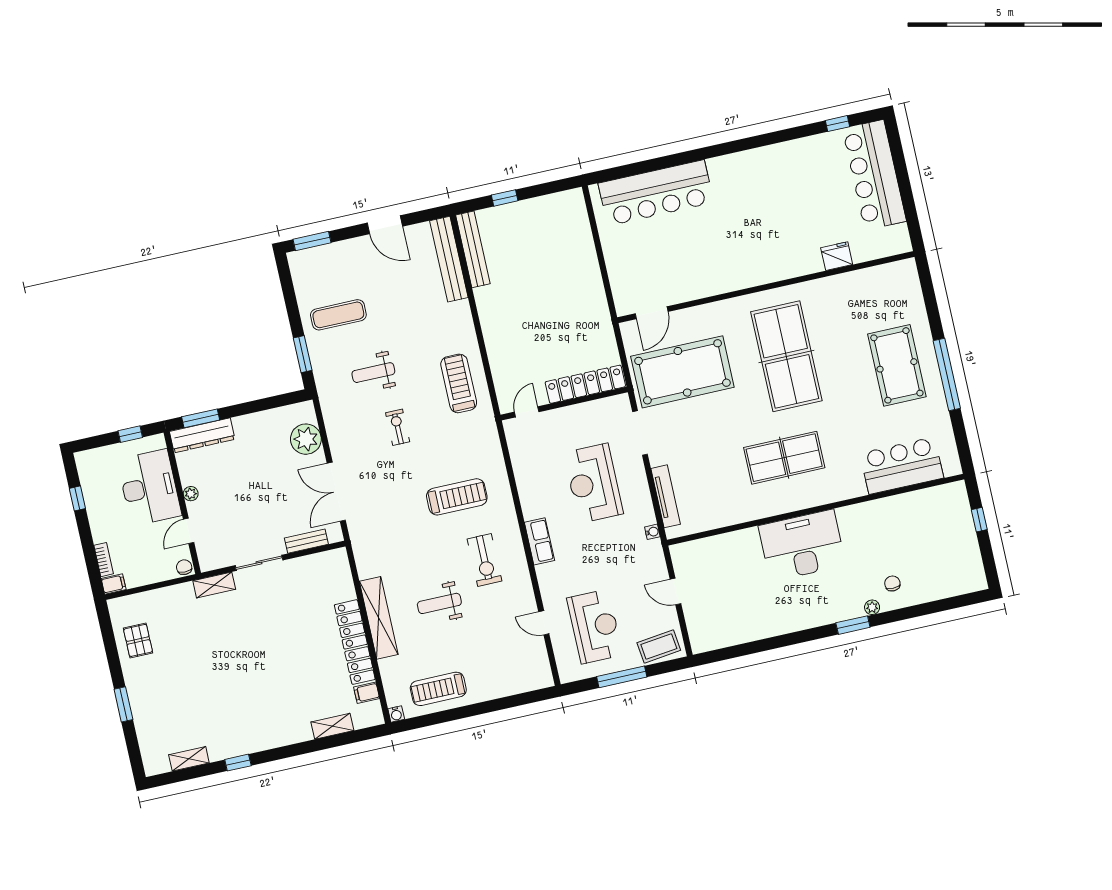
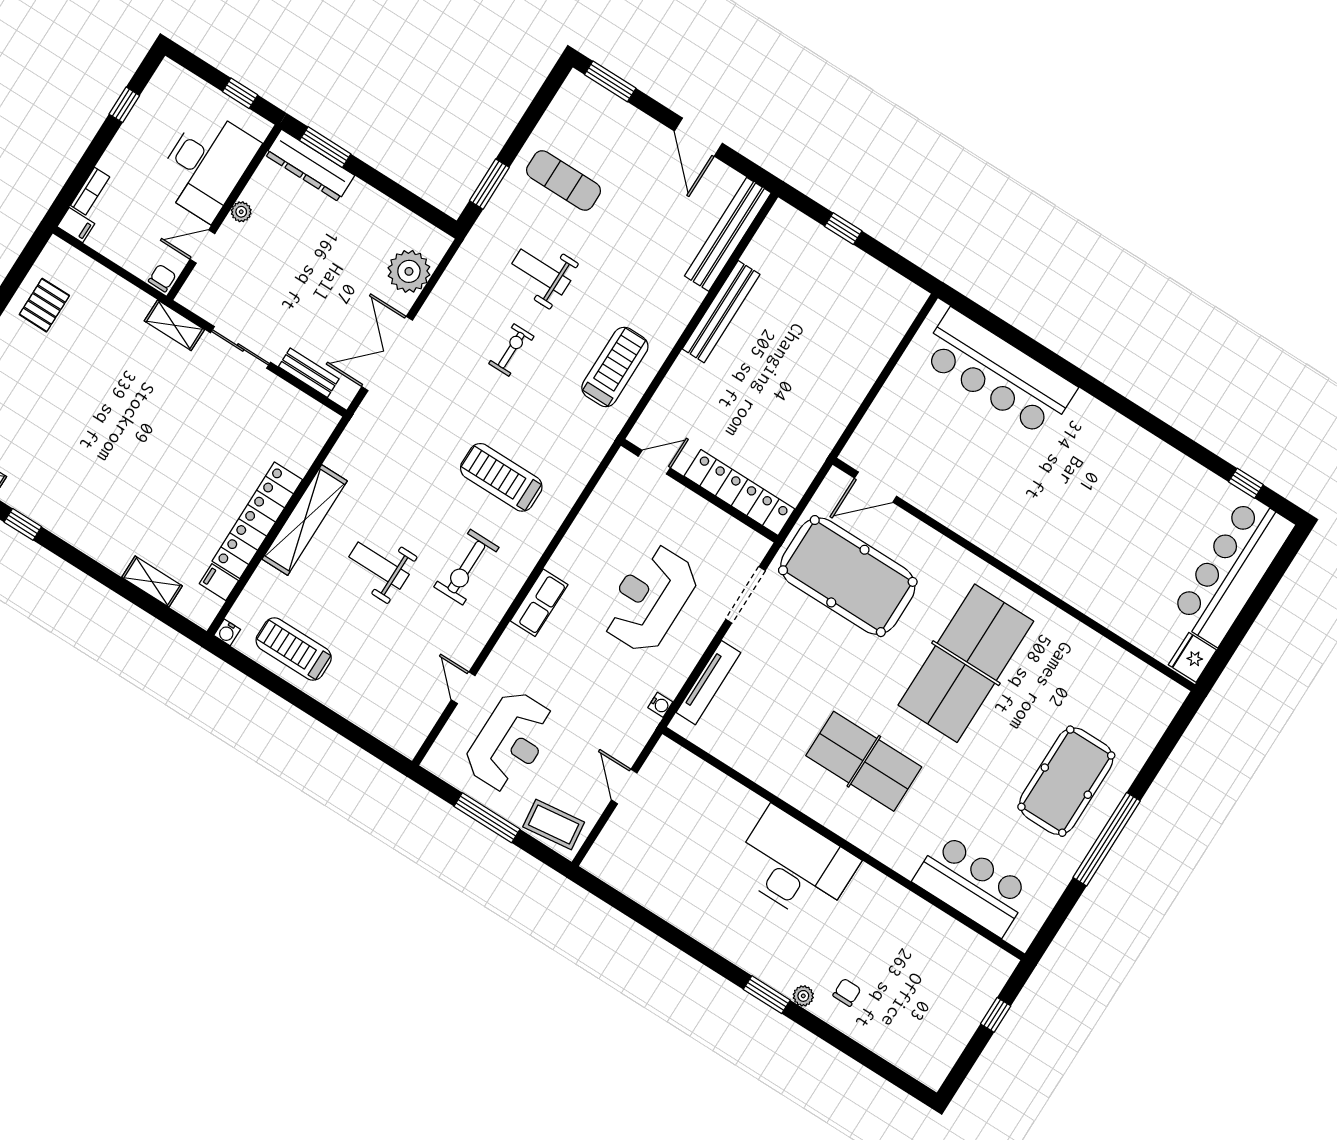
bench: (473, 249) -> (721, 312), moved
fridge: (837, 256) -> (1192, 657), moved, turned -90
treadmill: (457, 497) -> (501, 477), turned 180

